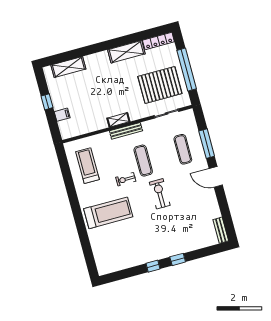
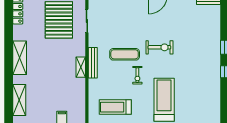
shelving: (126, 52) -> (20, 58), moved
exercise mat: (183, 149) -> (124, 15), removed
exercise bike: (160, 194) -> (159, 47), turned 180

